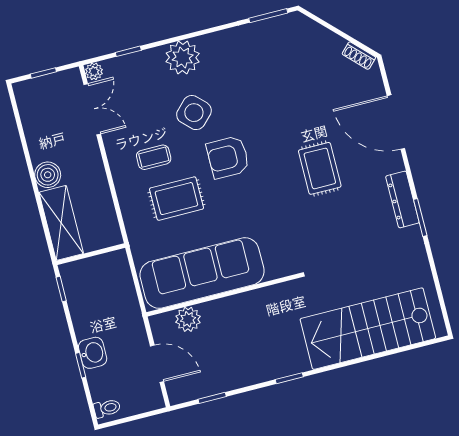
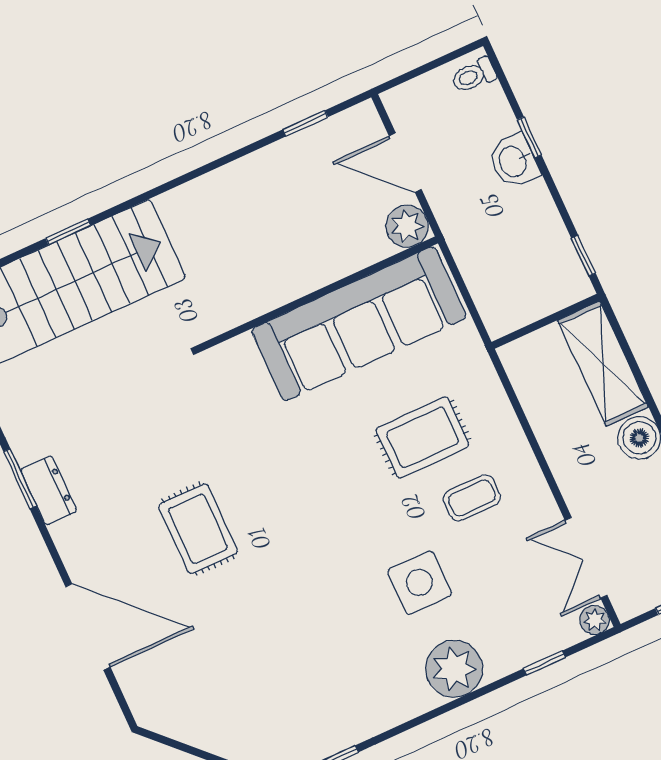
shoe rack: (359, 56) -> (168, 724), removed
side table: (194, 113) -> (419, 583), turned 45
armchair: (228, 157) -> (351, 520), removed
dresser: (402, 199) -> (49, 490), width x0.70
plant: (188, 319) -> (407, 226), moved
window: (289, 378) -> (68, 232), moved

